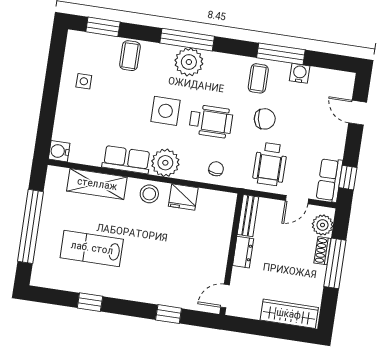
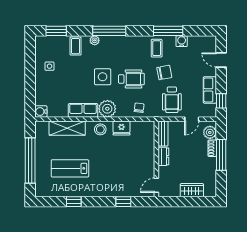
plant: (189, 62) -> (95, 40), moved, width x0.53, depth x0.53
row of seats: (329, 180) -> (210, 90), moved
wardrobe: (289, 314) -> (192, 190), width x0.67

